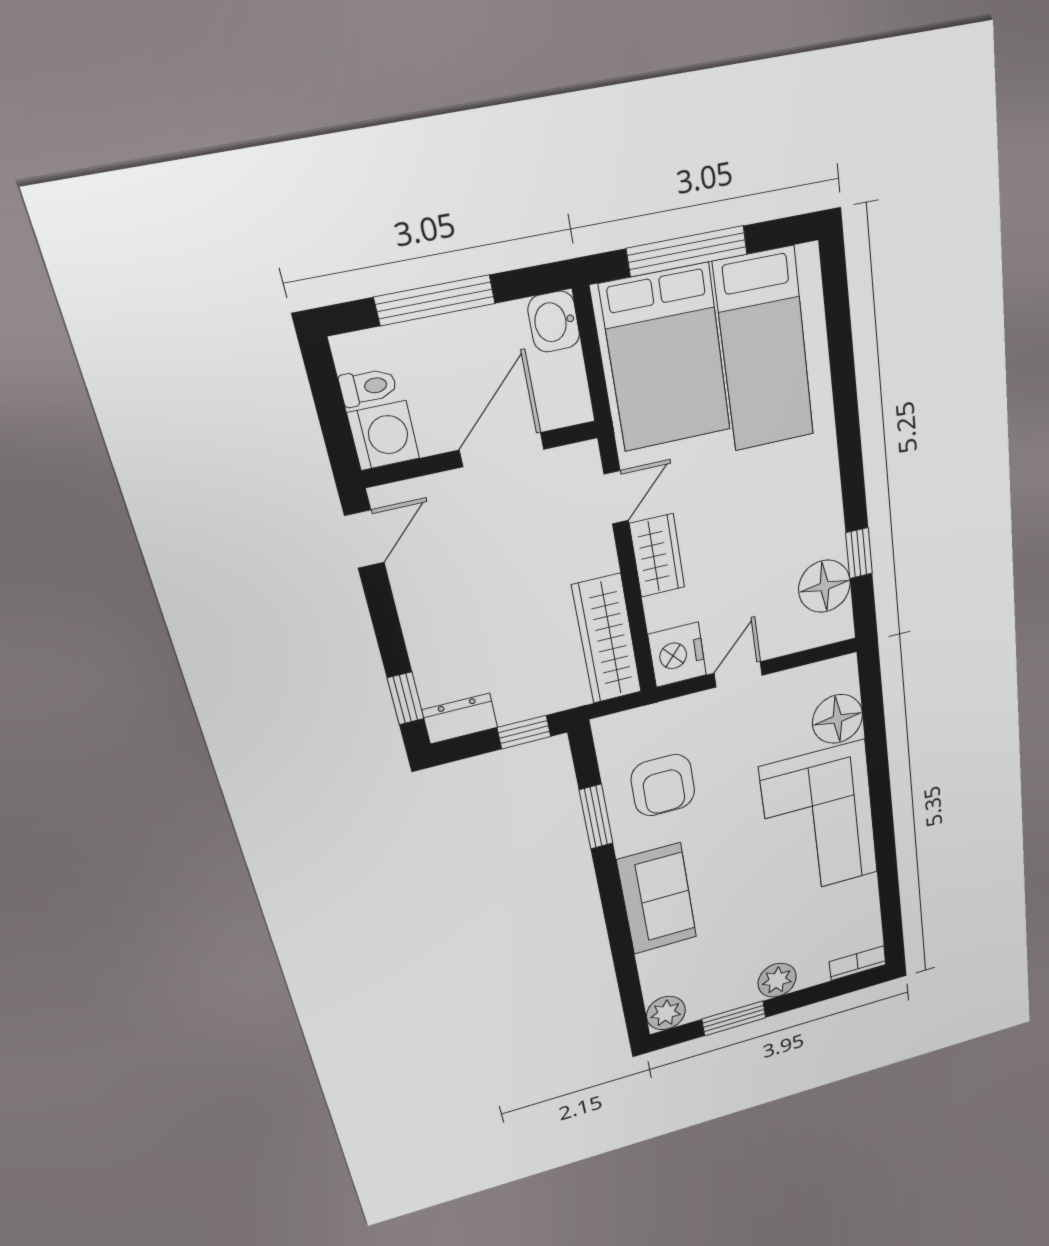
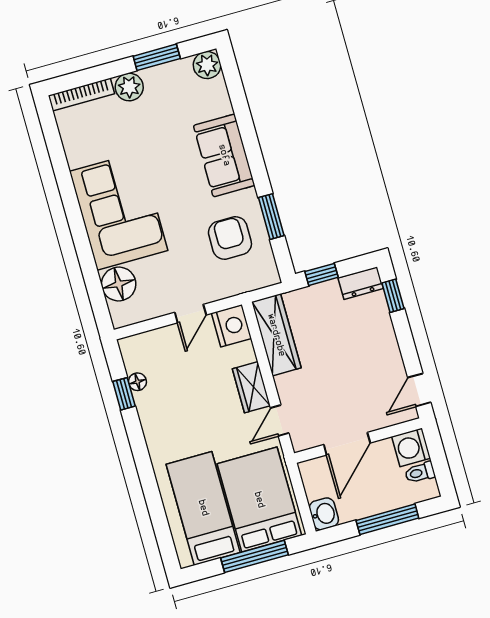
floor lamp: (824, 586) -> (137, 382), width x0.53, depth x0.53
bookcase: (858, 963) -> (81, 95), width x1.56

